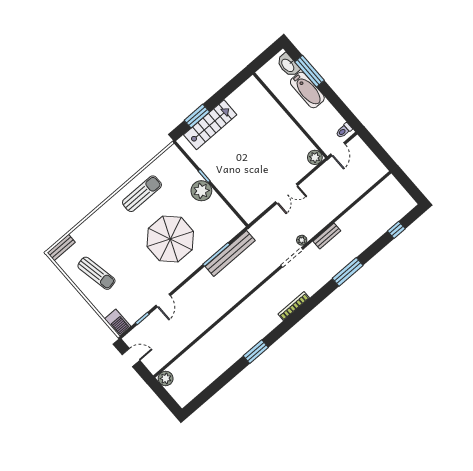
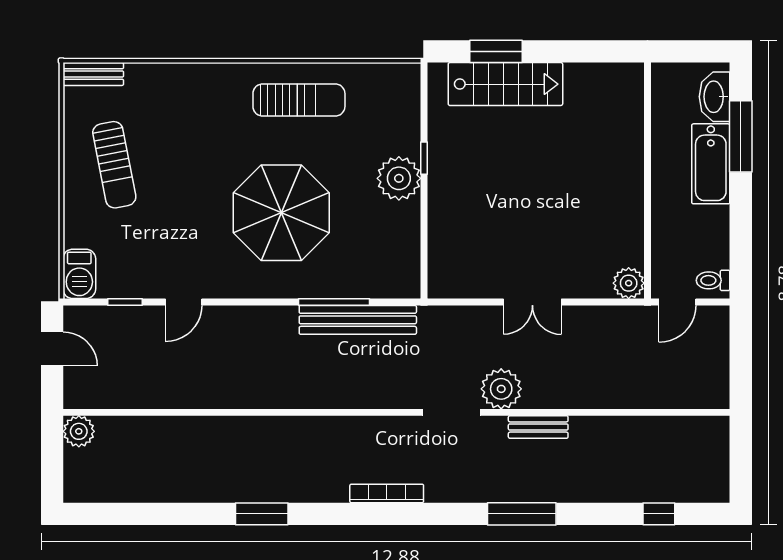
plant: (302, 240) -> (501, 389), width x1.88, depth x1.88

